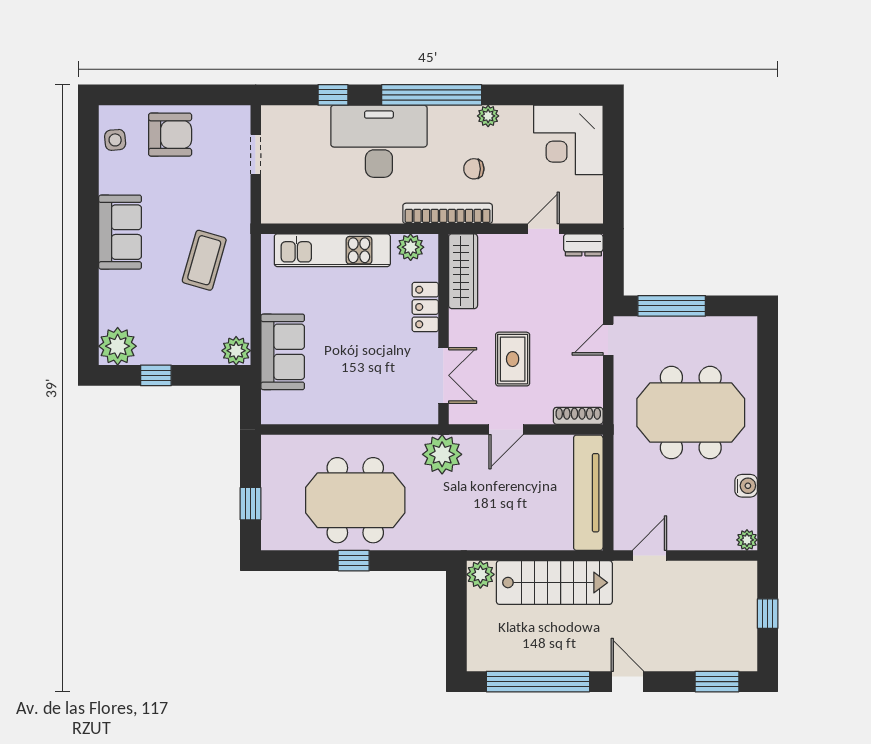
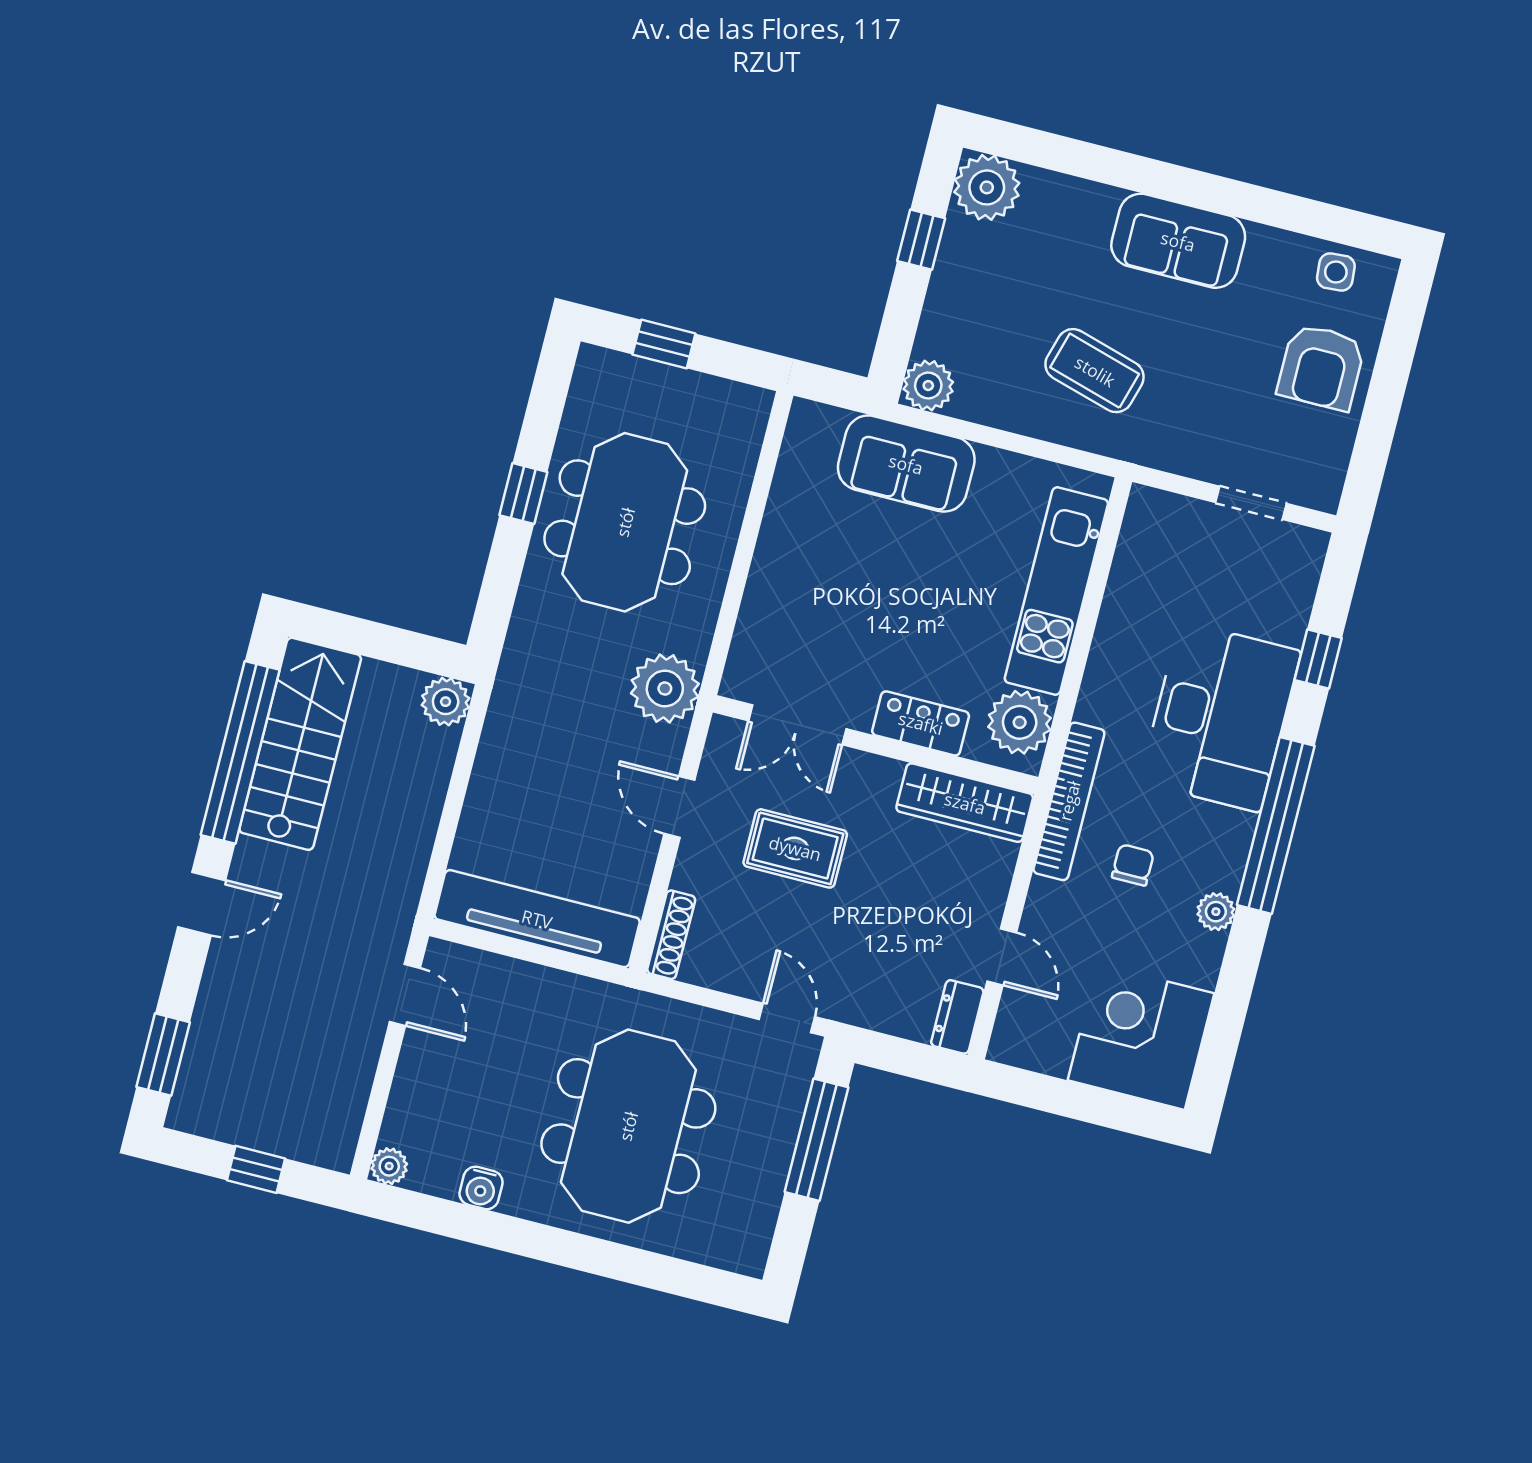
plant: (411, 247) -> (1020, 722), width x1.36, depth x1.36
stairs: (554, 583) -> (300, 744), moved, turned 180

